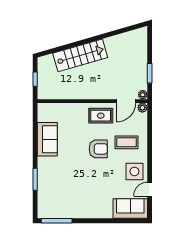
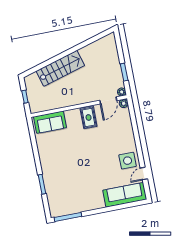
rug: (101, 116) -> (89, 117), turned 90
sofa: (47, 139) -> (50, 122), moved, turned 90
coffee table: (127, 142) -> (116, 136), removed
armchair: (98, 149) -> (92, 147), removed
sofa: (130, 208) -> (125, 195), width x1.36

